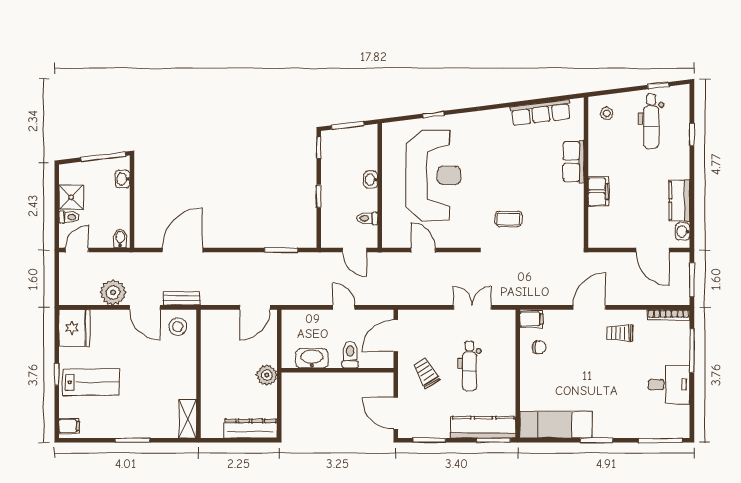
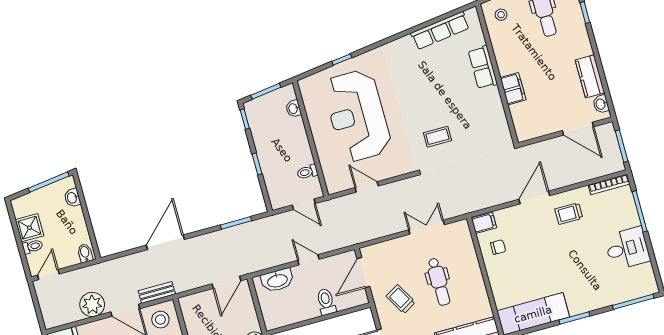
reception desk: (433, 175) -> (357, 116), turned 180
washbasin: (371, 180) -> (293, 109), moved
door: (183, 250) -> (165, 242), moved
washbasin: (312, 358) -> (277, 280), moved, turned 180

